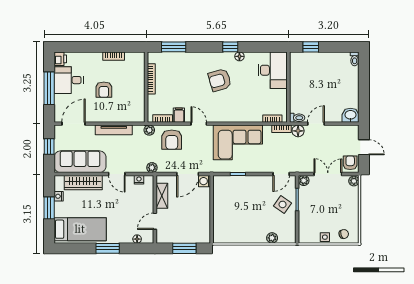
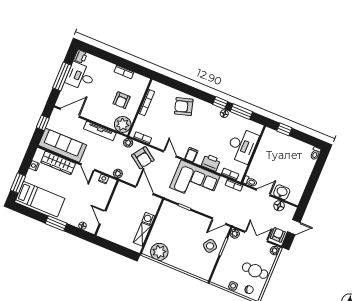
window: (174, 47) -> (241, 112), moved
desk: (273, 70) -> (242, 146), moved
armchair: (220, 80) -> (184, 107), moved
armchair: (104, 90) -> (122, 100), moved
plant: (135, 113) -> (123, 124), added
filing cabinet: (179, 115) -> (191, 155), moved
printer: (247, 115) -> (211, 163), added
washbasin: (350, 115) -> (282, 192), moved
floor lamp: (298, 131) -> (279, 206), moved
armchair: (172, 140) -> (143, 158), turned -55
door: (364, 147) -> (294, 227), hinge flipped
door: (188, 174) -> (144, 190), swing flipped
washing machine: (204, 181) -> (148, 219), moved
shelving: (162, 196) -> (142, 234), moved
window: (49, 208) -> (18, 183), moved
cafe table: (342, 211) -> (255, 271), added
door: (155, 221) -> (103, 217), hinge flipped
plant: (272, 238) -> (159, 252), moved, width x1.87, depth x1.87
window: (184, 248) -> (117, 249), removed

